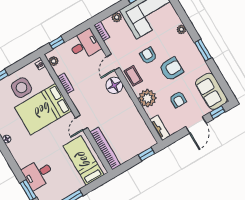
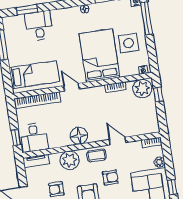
desk: (85, 45) -> (34, 137), moved
plant: (54, 61) -> (142, 89), width x1.88, depth x1.88
floor lamp: (114, 85) -> (79, 136), moved

